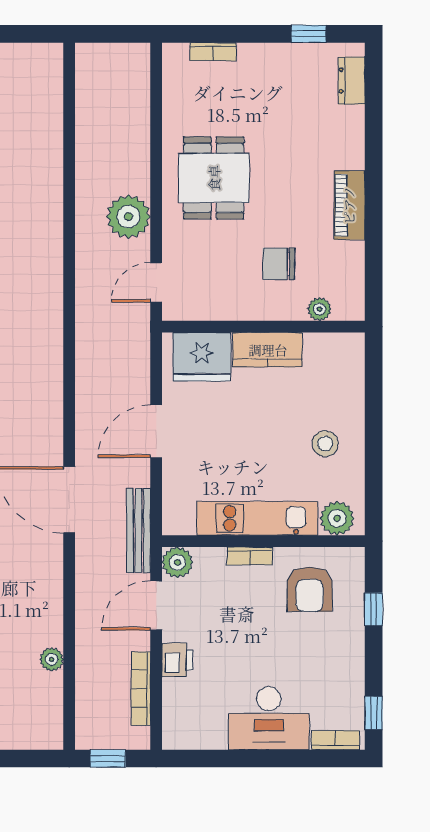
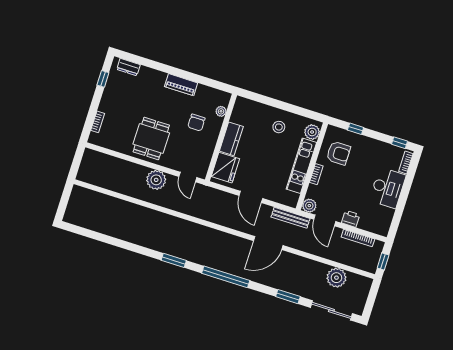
dining table: (214, 178) -> (151, 138), turned 90
plant: (52, 659) -> (336, 278), width x1.88, depth x1.88

